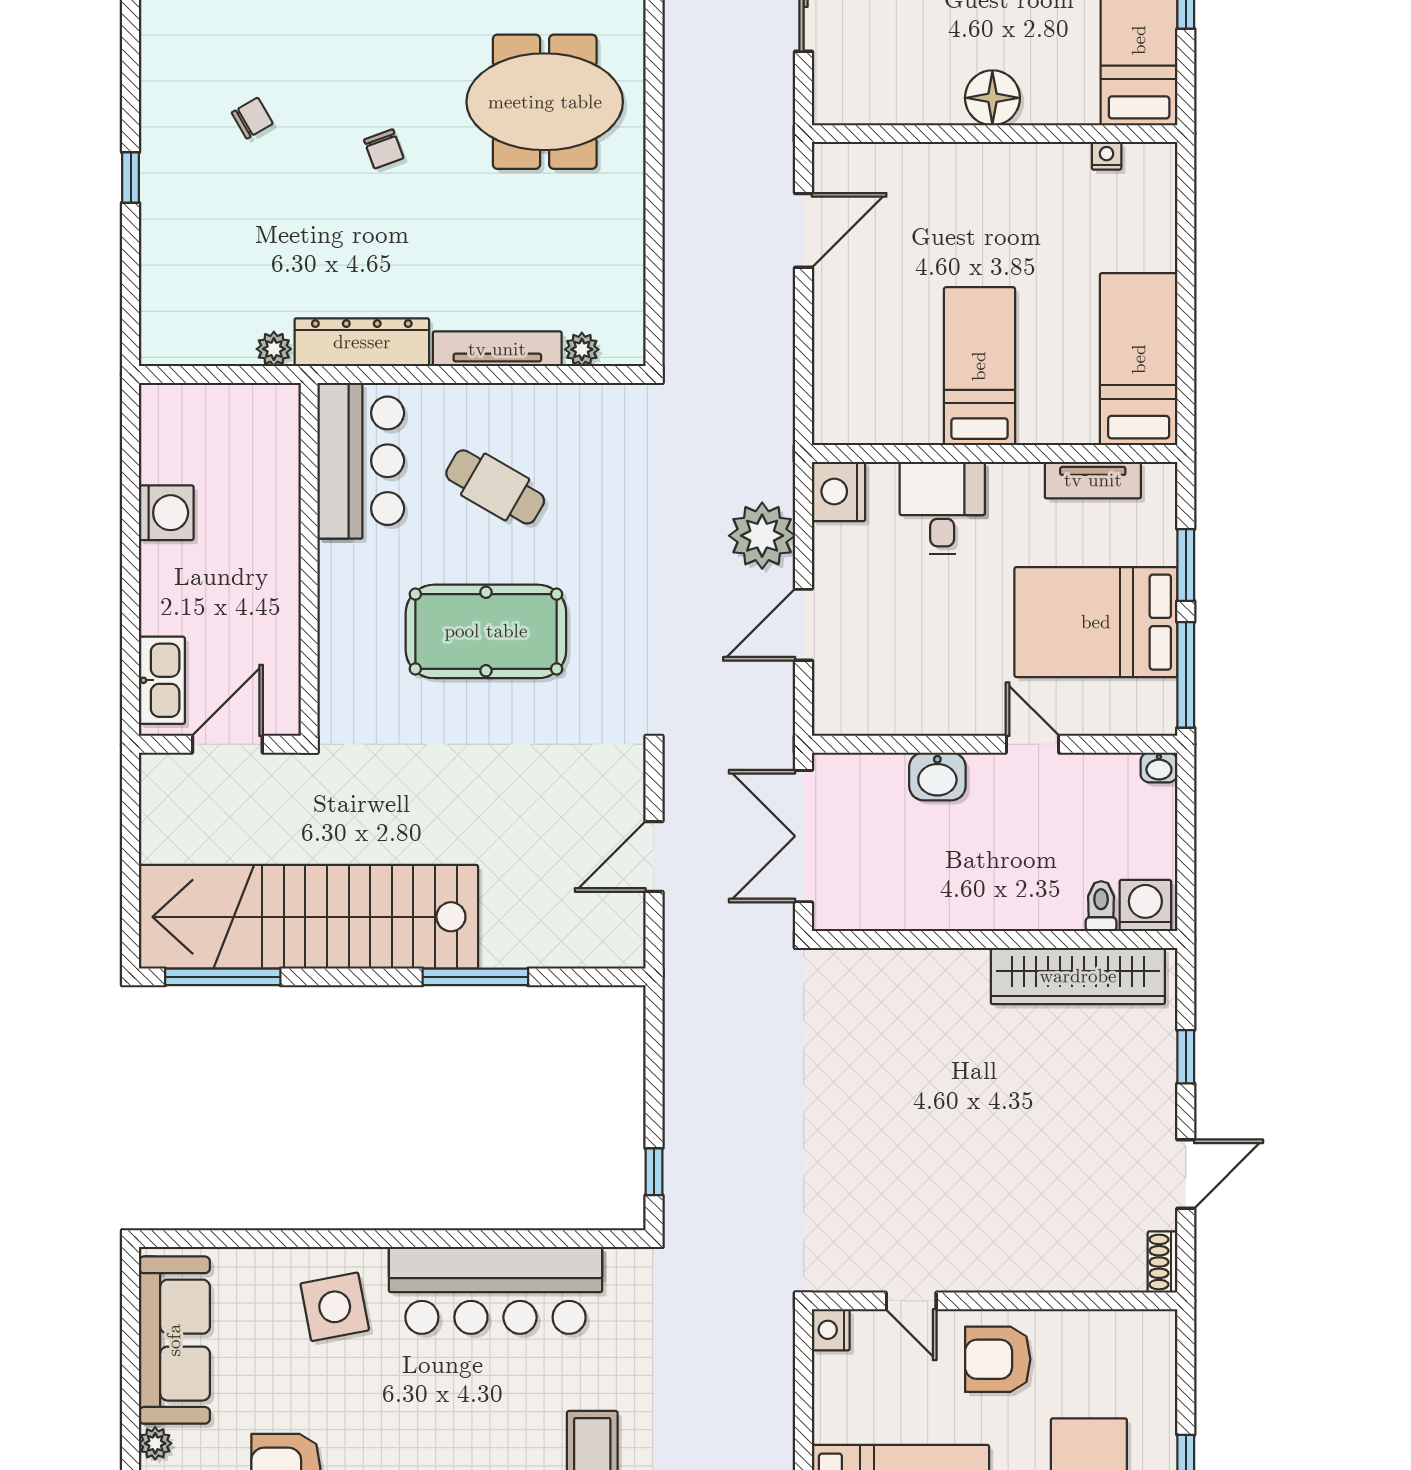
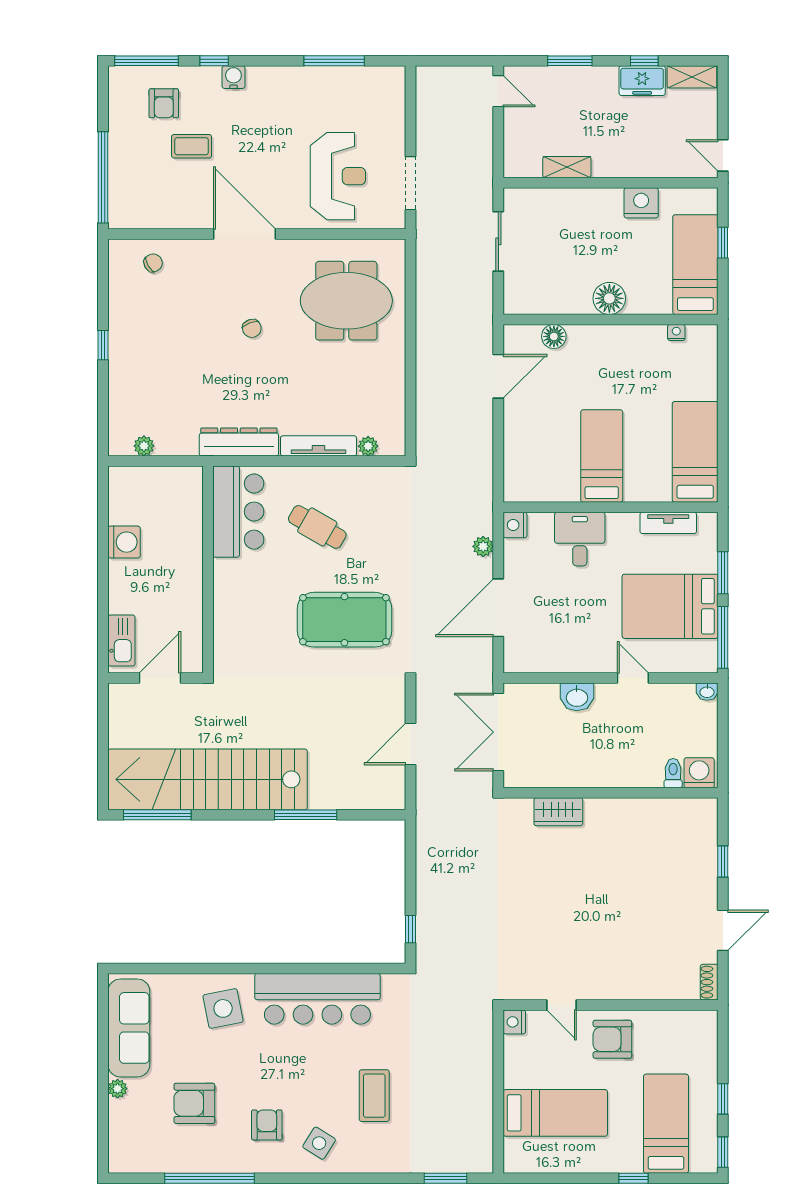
chair: (252, 118) -> (153, 263), moved
floor lamp: (898, 163) -> (554, 336), added
plant: (274, 349) -> (144, 446), moved
nightstand: (838, 491) -> (515, 525), width x0.74, depth x0.75
plant: (762, 536) -> (483, 546), width x0.53, depth x0.53
door: (804, 625) -> (498, 608), width x1.36
pool table: (486, 631) -> (344, 620), moved
wardrobe: (1078, 976) -> (558, 812), moved, width x0.48, depth x0.85

